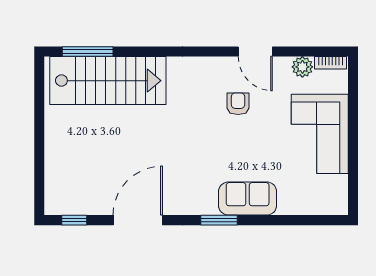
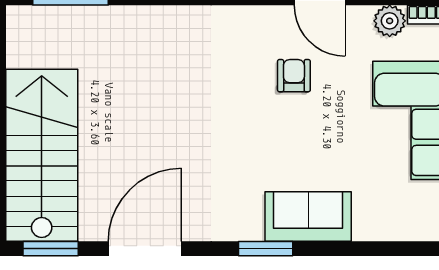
stairs: (108, 81) -> (42, 155), moved, turned -90
window: (74, 220) -> (51, 249), width x1.50

